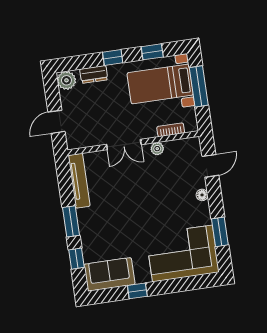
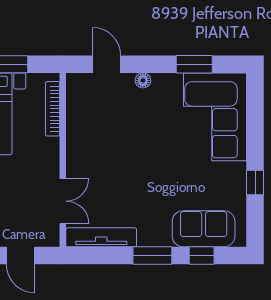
bookcase: (171, 130) -> (53, 109), width x1.56
double door: (124, 145) -> (63, 201), moved
plant: (157, 149) -> (74, 130), removed
sofa: (109, 274) -> (204, 229), moved, turned 90

